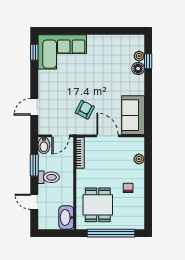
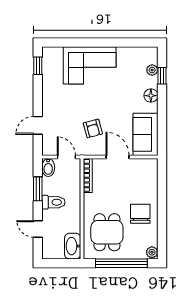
corner sofa: (62, 52) -> (90, 65), moved
floor lamp: (138, 68) -> (151, 96), moved
armchair: (85, 110) -> (93, 129), turned 138
door: (60, 136) -> (66, 157), swing flipped
plant: (139, 159) -> (152, 252), moved
chair: (128, 188) -> (140, 214), width x1.87, depth x1.87

